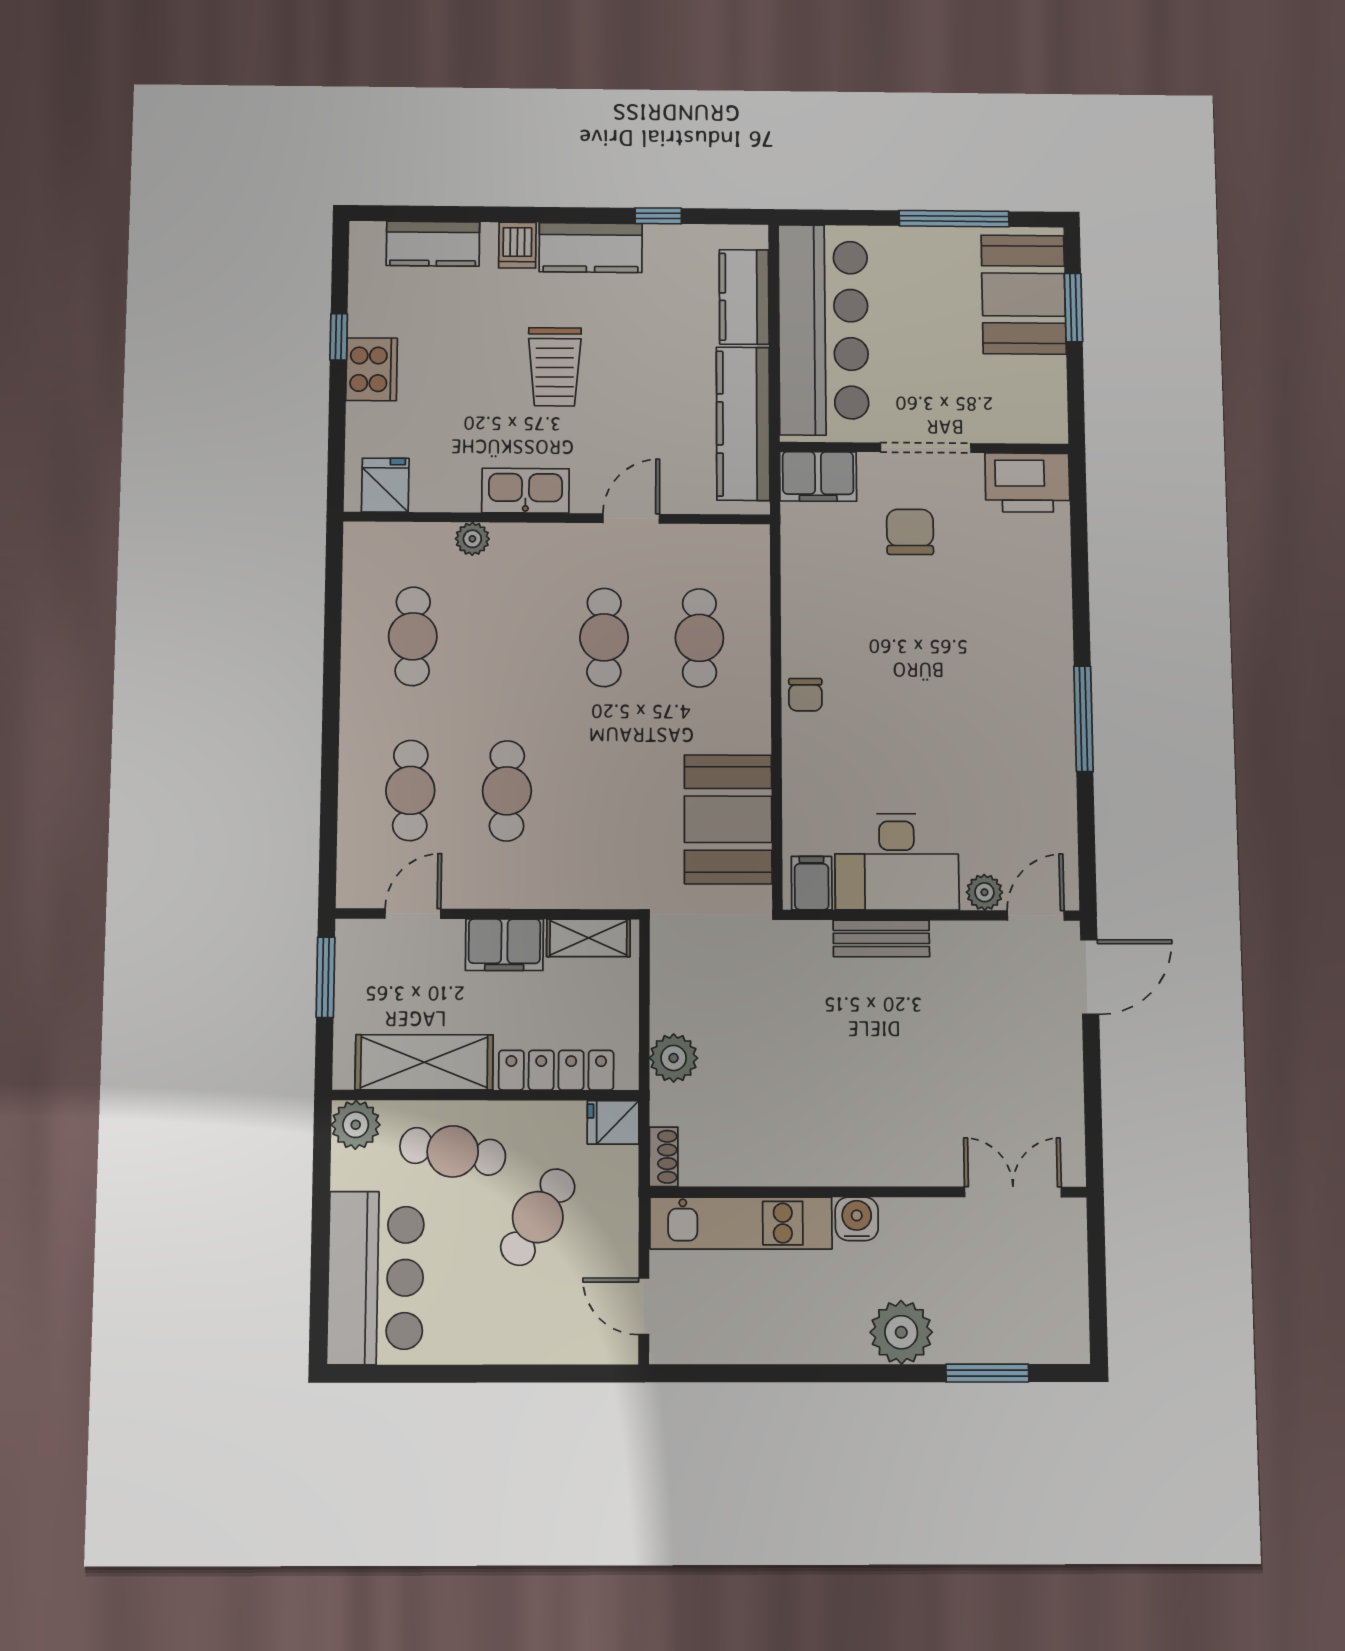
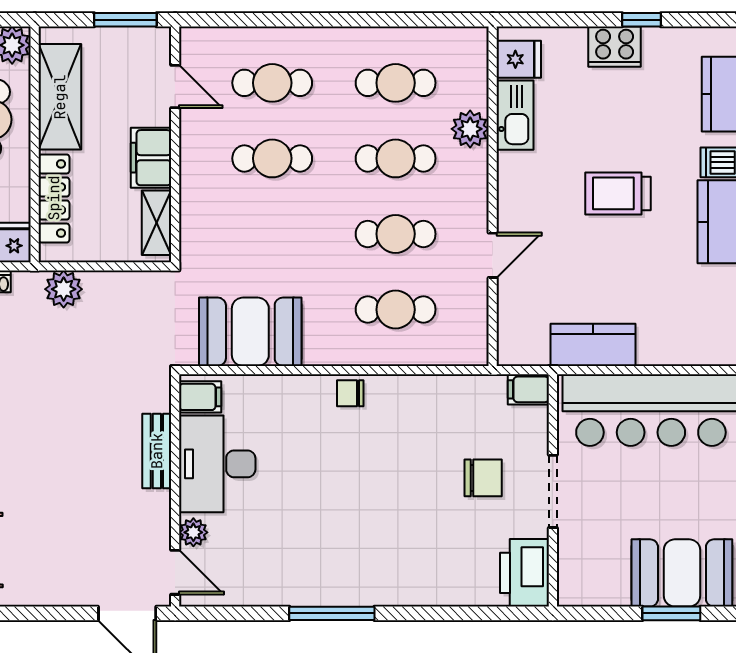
kitchen counter: (744, 297) -> (678, 346), removed
kitchen counter: (743, 424) -> (593, 345), width x0.67
filing cabinet: (818, 476) -> (528, 389), width x0.50
kitchen sink: (525, 491) -> (515, 115), moved
door: (631, 518) -> (493, 255), hinge flipped
plant: (472, 539) -> (470, 129), width x1.38, depth x1.38
cafe table: (508, 637) -> (396, 158), added

